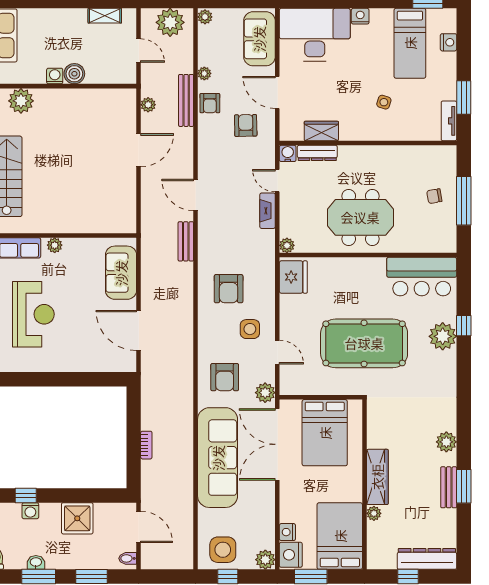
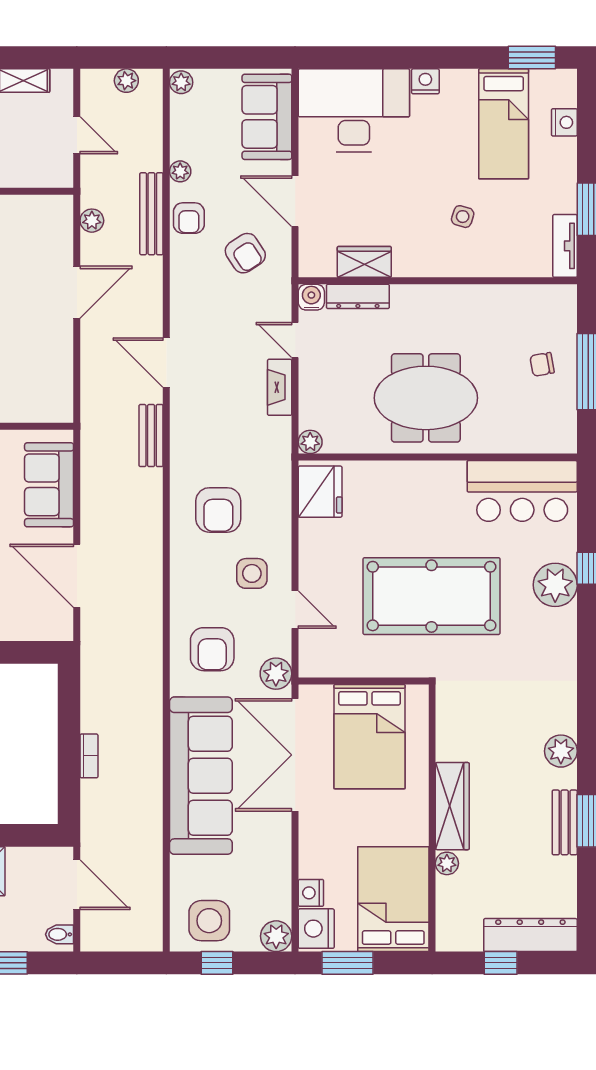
plant: (170, 22) -> (126, 81), width x0.53, depth x0.53
armchair: (246, 125) -> (245, 253), turned 148

